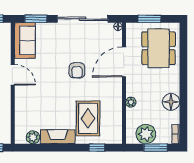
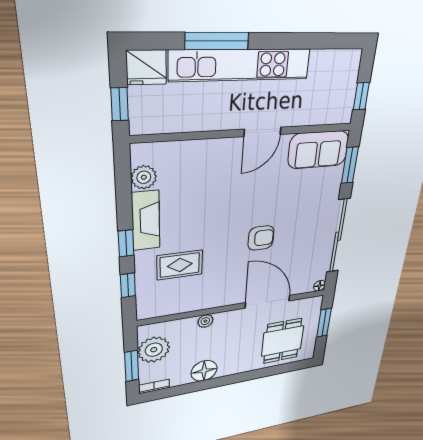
dining table: (159, 48) -> (283, 341), width x0.73
armchair: (77, 70) -> (261, 238), turned 180
rug: (88, 118) -> (180, 265), width x0.73, depth x0.70
window: (70, 148) -> (126, 243), added

